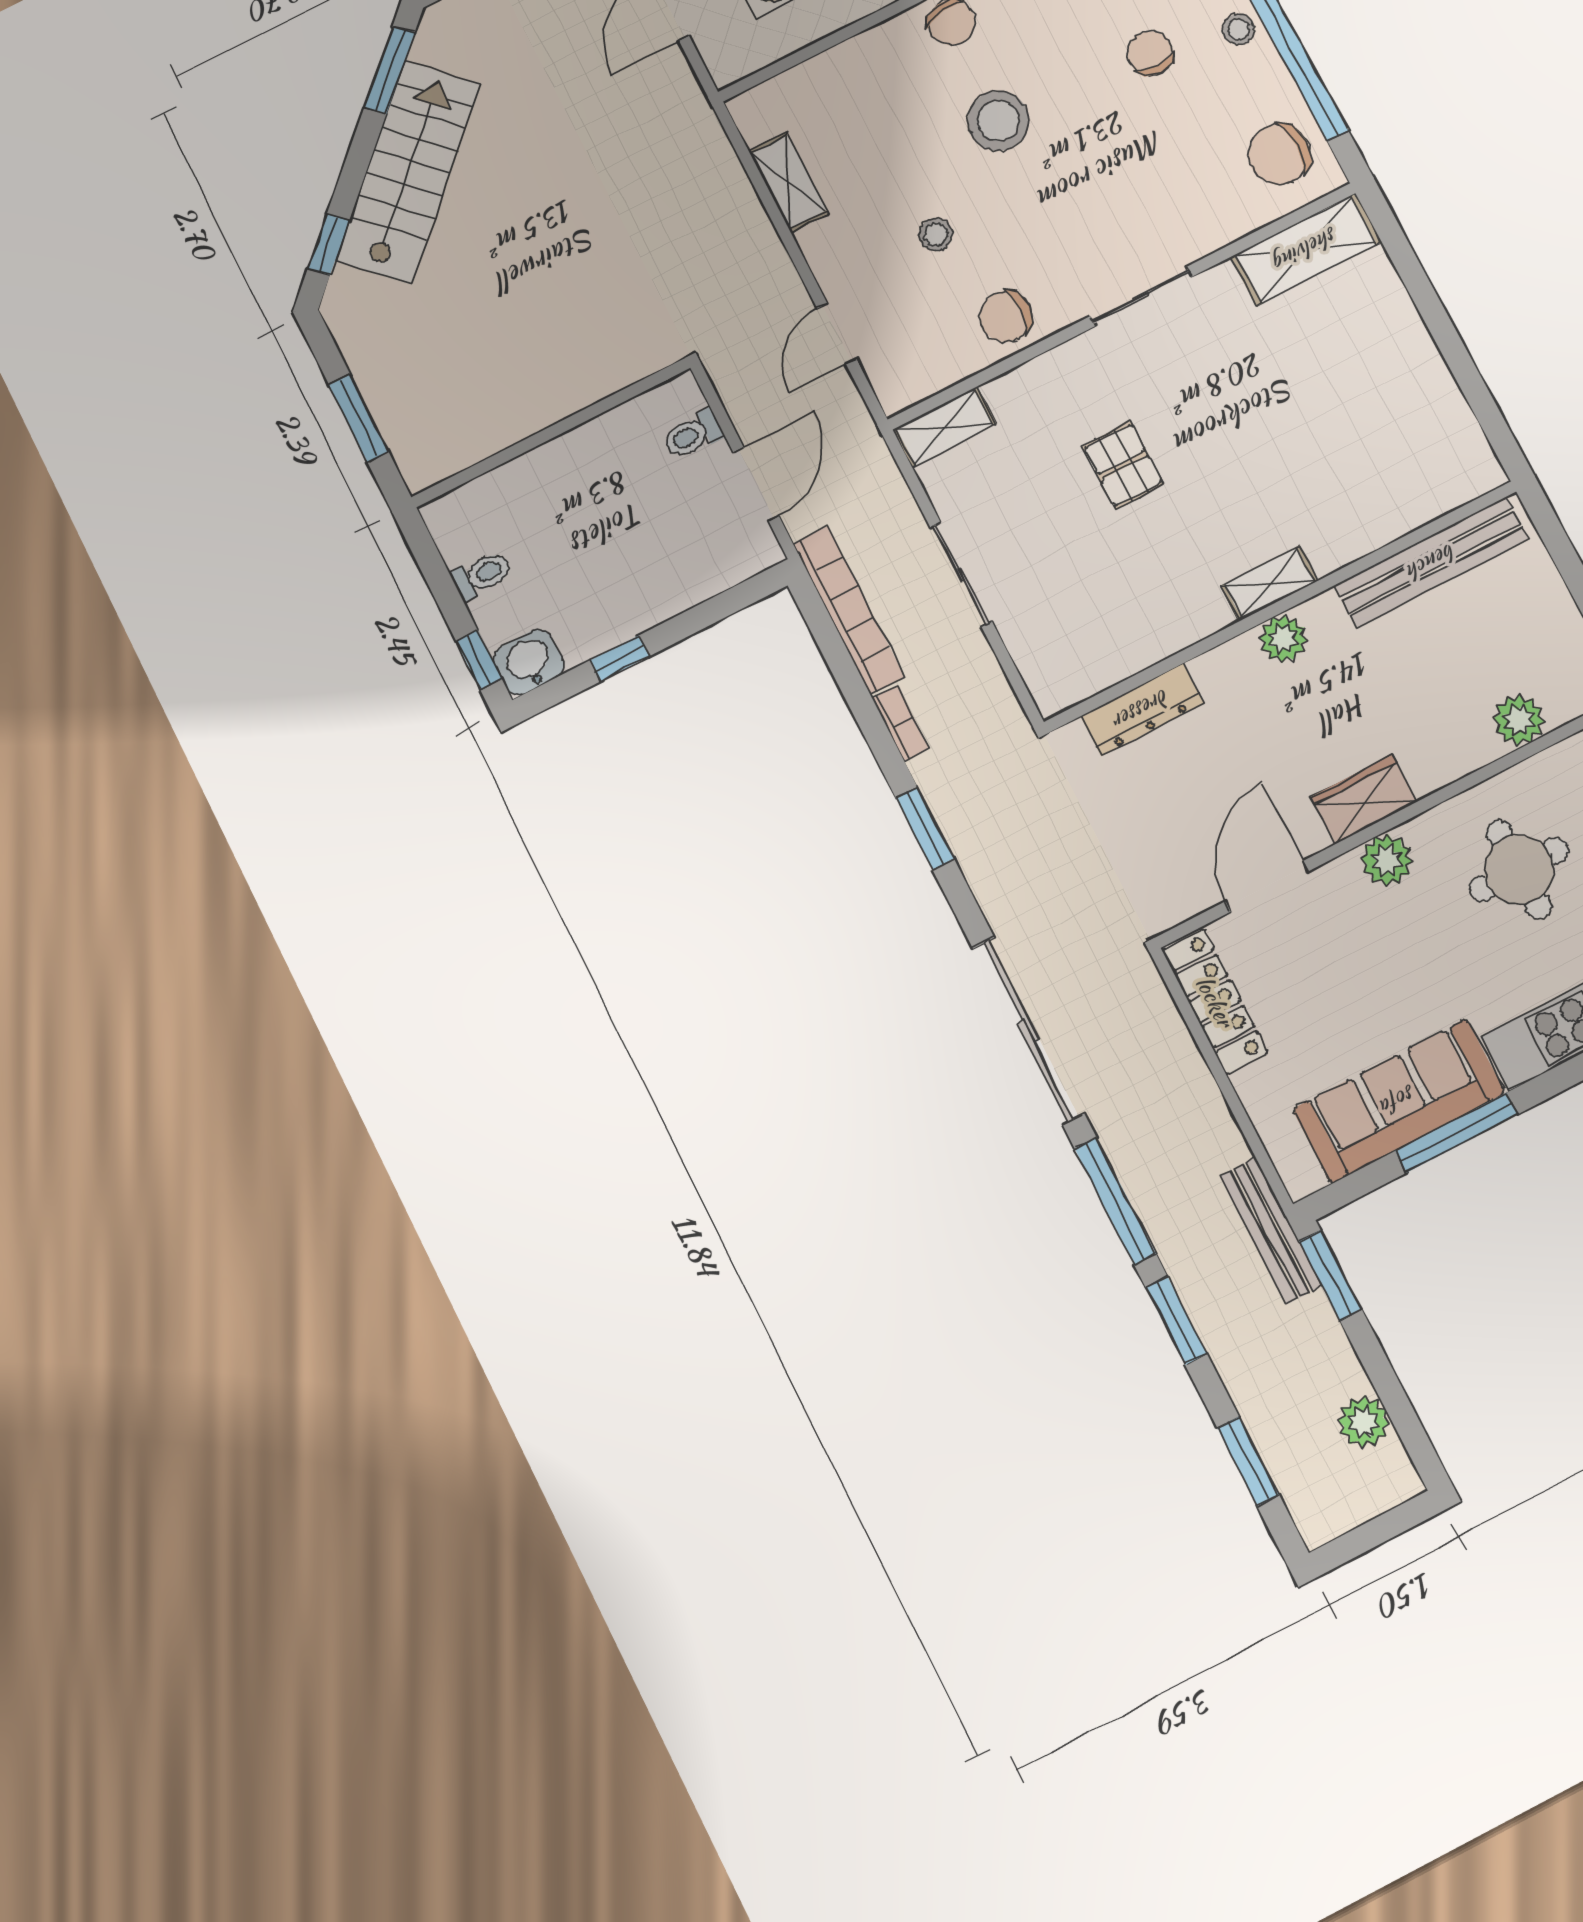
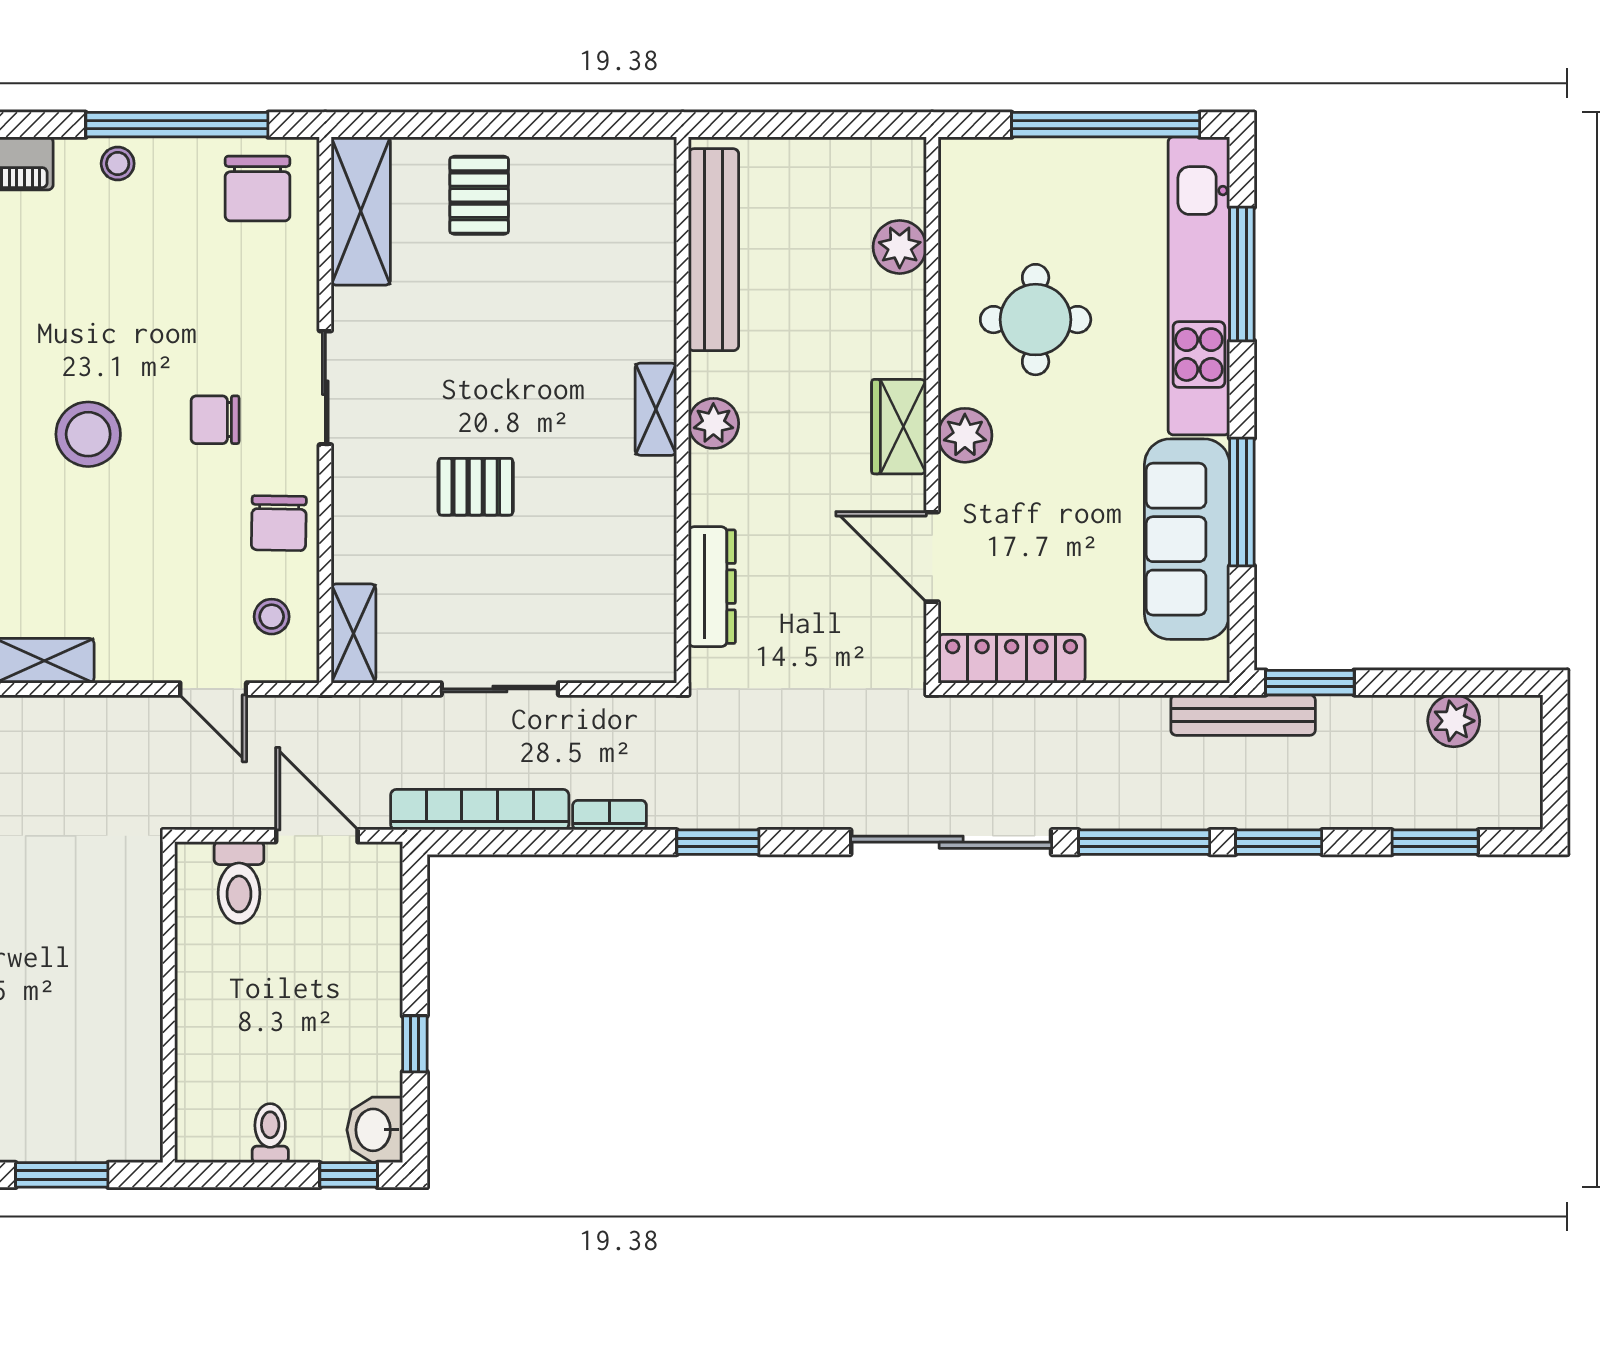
chair: (1150, 53) -> (215, 420), moved
stool: (936, 234) -> (272, 617), moved
pallet: (1372, 341) -> (479, 195), added
toilet: (693, 434) -> (239, 883), width x1.37, depth x1.39

